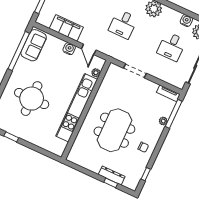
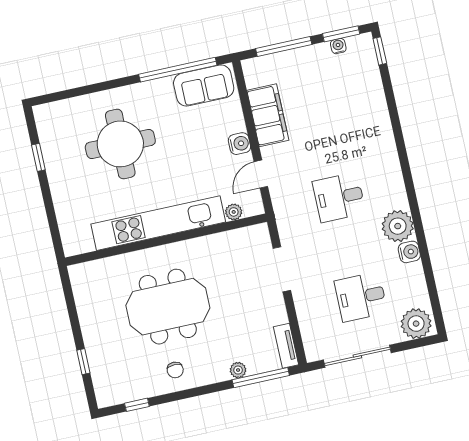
water cooler: (186, 21) -> (409, 252), moved
dresser: (112, 175) -> (96, 355), removed

